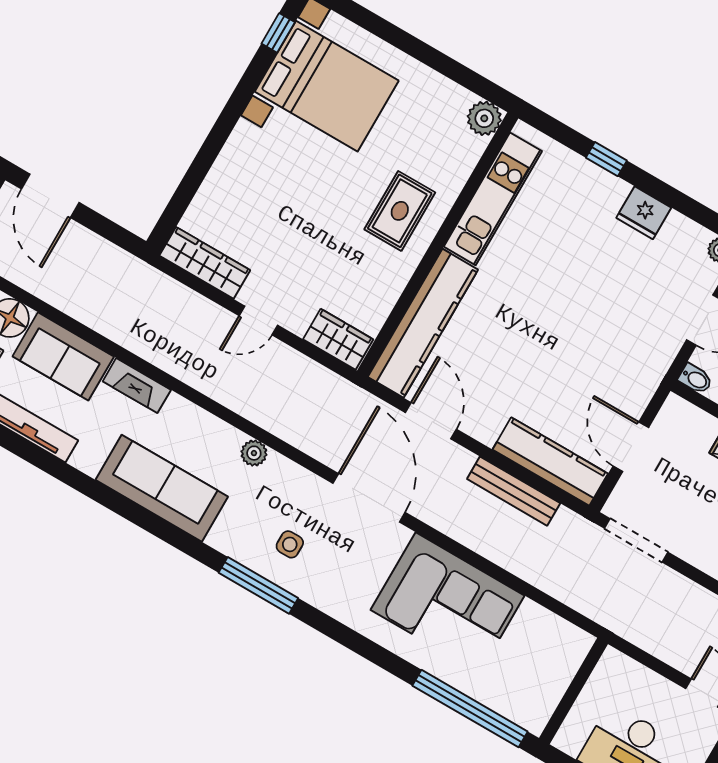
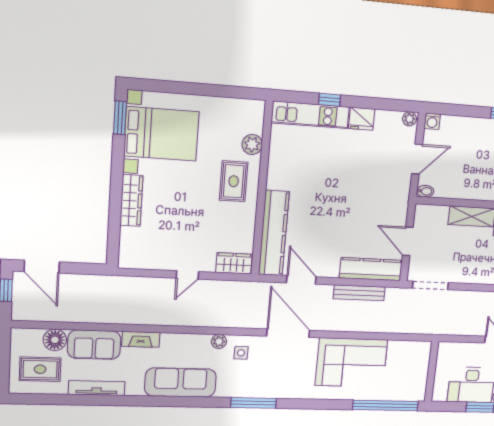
window: (278, 33) -> (120, 118), width x1.50
plant: (484, 118) -> (252, 144), moved
kitchen unit: (493, 199) -> (310, 115), moved, turned 90
wardrobe: (205, 263) -> (131, 200), moved, turned 90
side table: (290, 544) -> (241, 353), moved

